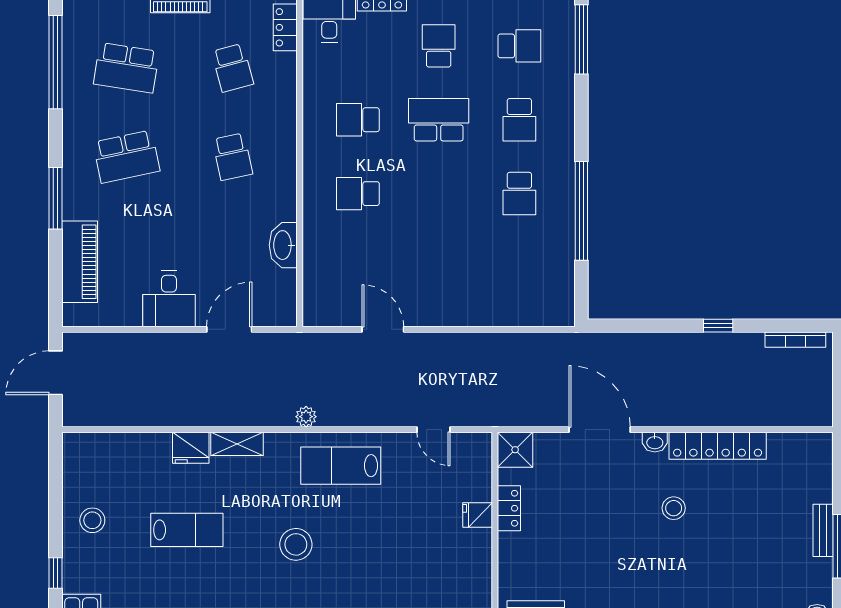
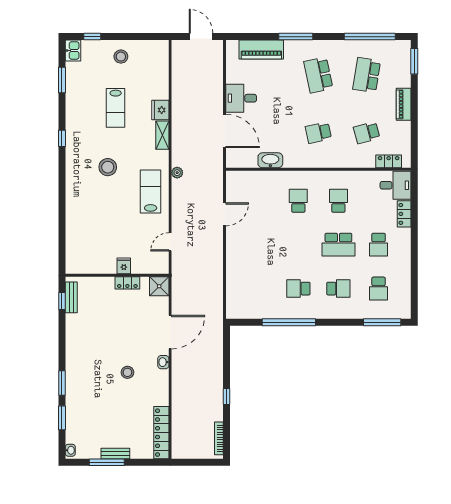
school desk: (439, 46) -> (379, 245), turned 90
school desk: (439, 120) -> (338, 245), turned 90
school desk: (519, 120) -> (338, 289), turned 180
door: (229, 329) -> (225, 131), width x1.36
locker: (718, 446) -> (161, 433), moved

